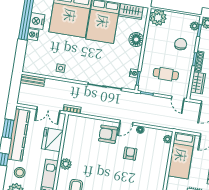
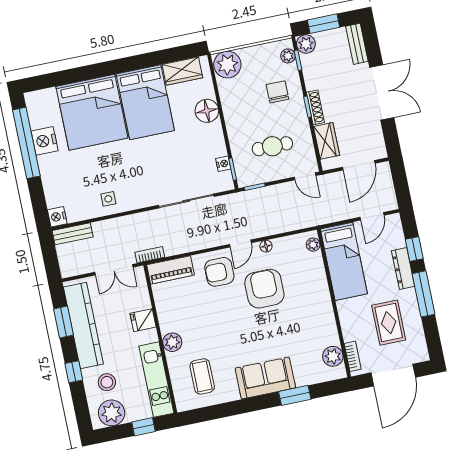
nightstand: (33, 35) -> (57, 217), moved
piano: (81, 122) -> (171, 270), added
fridge: (52, 140) -> (143, 320), width x0.53, depth x0.75
armchair: (130, 154) -> (264, 289), width x1.88, depth x1.88

